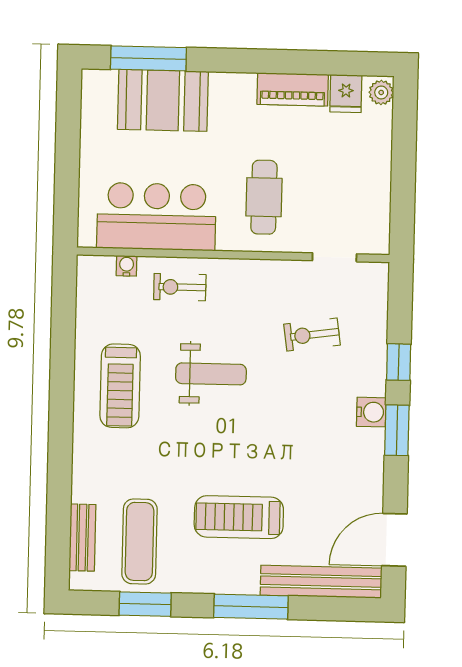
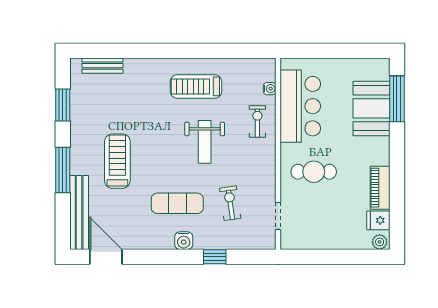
window: (397, 430) -> (173, 257), removed
exercise mat: (140, 541) -> (177, 203), moved

